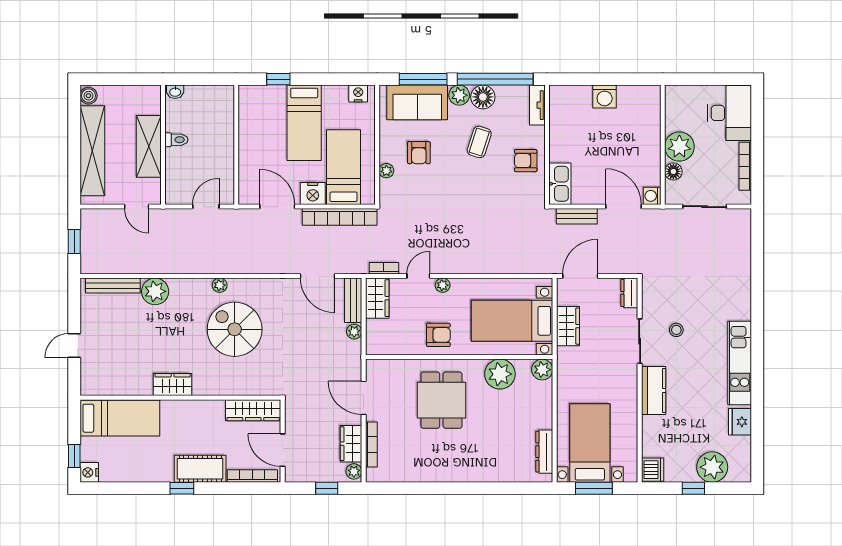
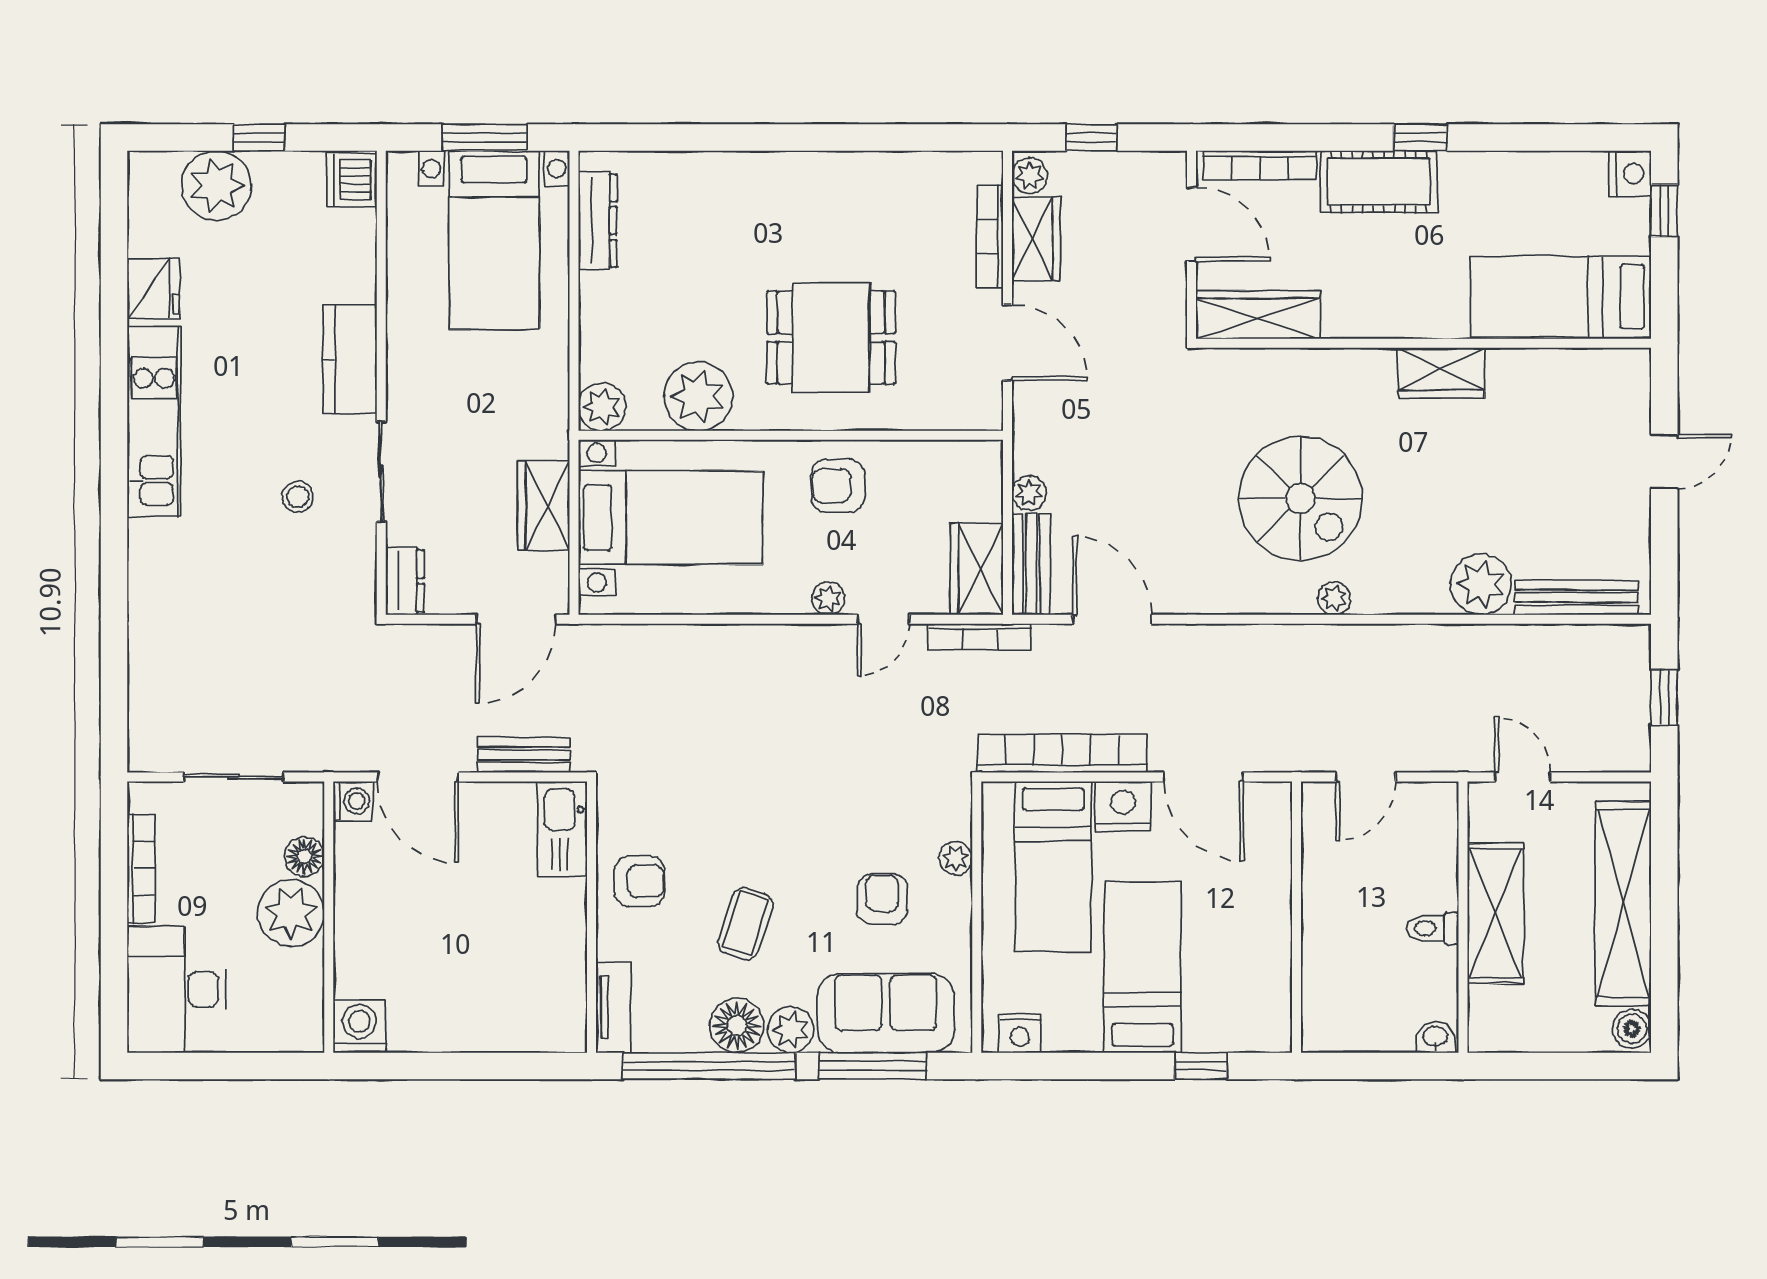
washing machine: (605, 97) -> (359, 1026), moved
bookcase: (384, 268) -> (980, 637), width x1.56
dining table: (441, 400) -> (831, 338), turned 90

